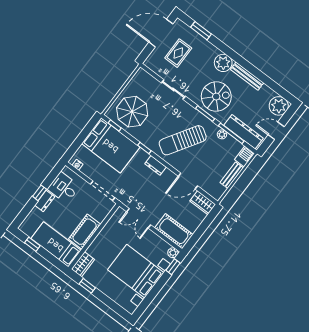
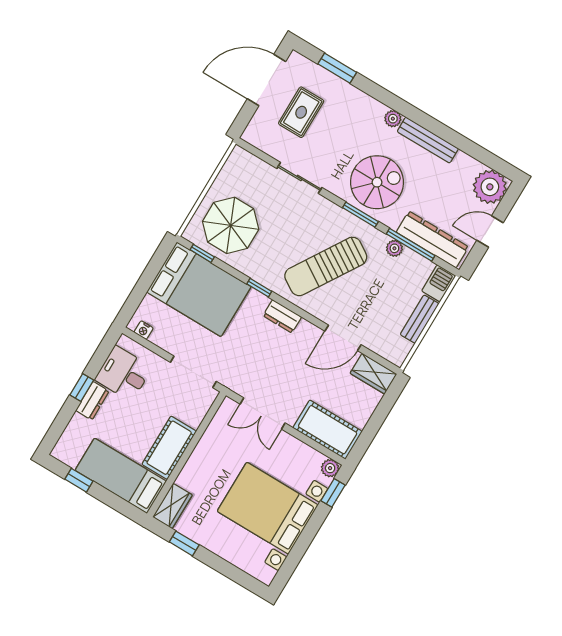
plant: (223, 63) -> (393, 119), width x0.53, depth x0.53

